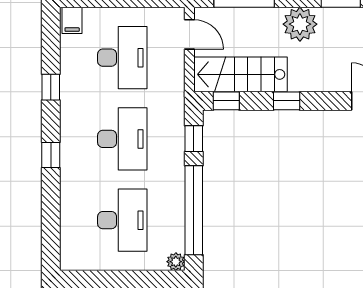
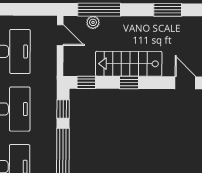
plant: (300, 24) -> (93, 22), moved, width x0.53, depth x0.53
stairs: (240, 74) -> (129, 64), moved

